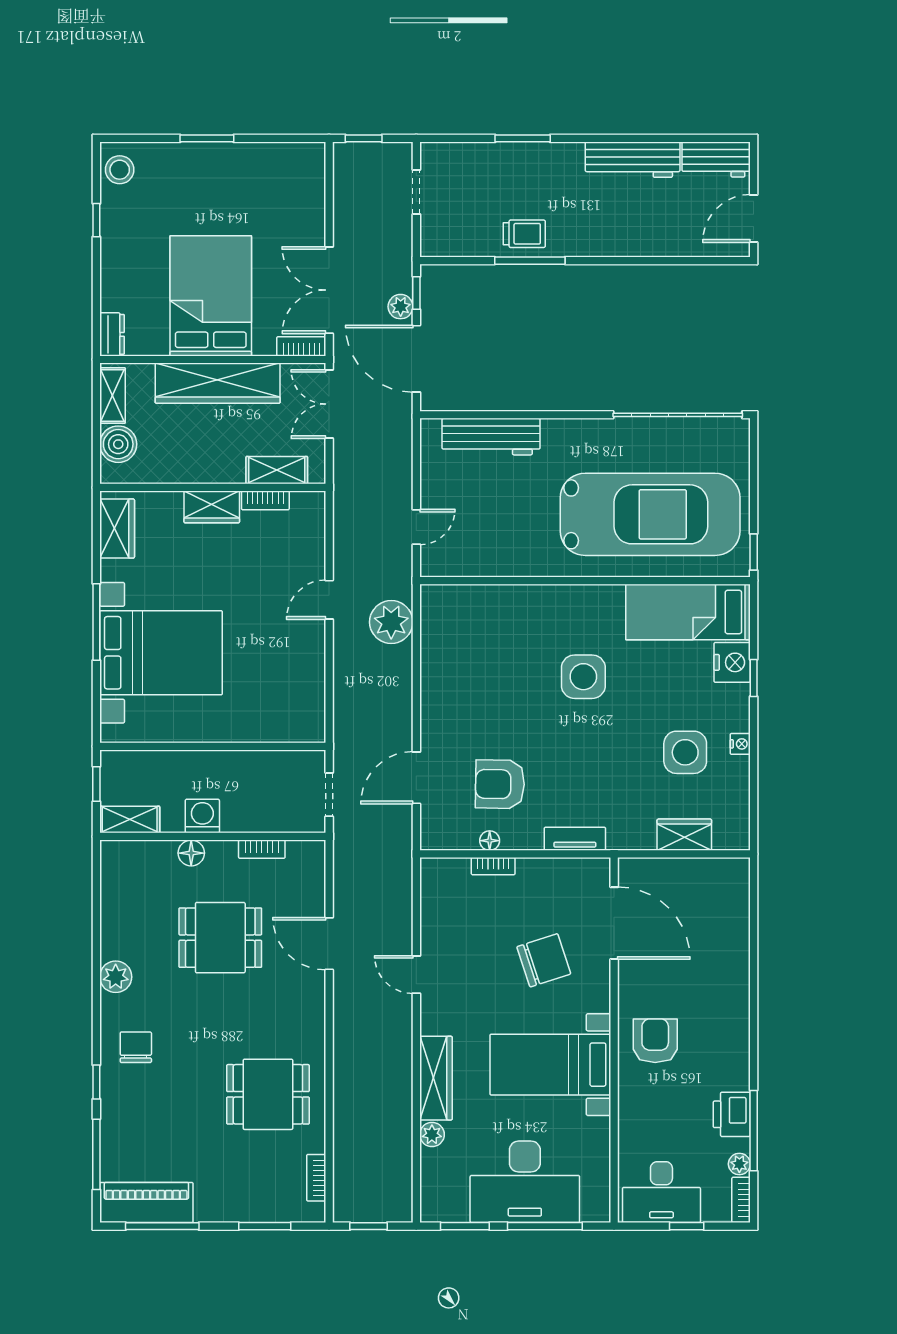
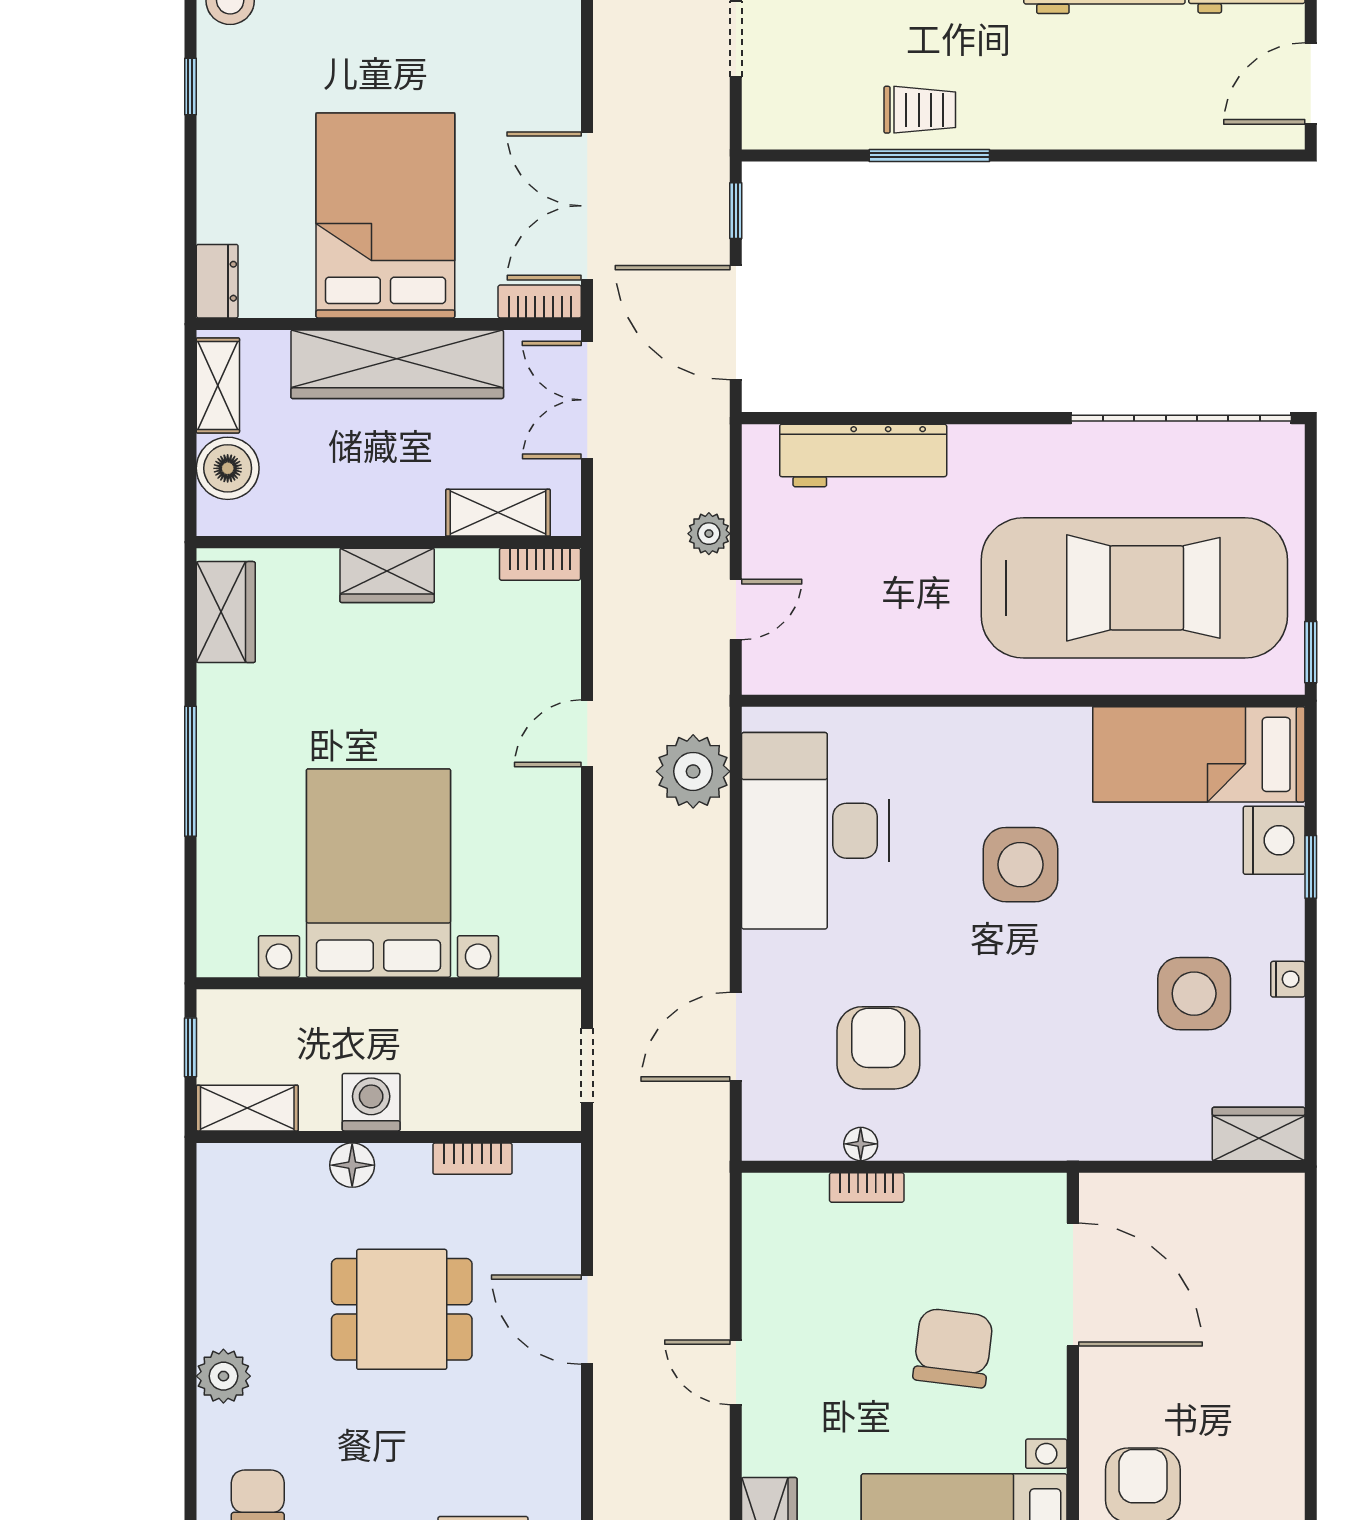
plant: (401, 307) -> (709, 534), moved
bookcase: (265, 500) -> (540, 564), moved
bed with nightstands: (161, 653) -> (378, 873), moved, turned -90
desk: (463, 657) -> (815, 831), added
armchair: (500, 784) -> (878, 1048), turned 89
wardrobe: (684, 835) -> (1259, 1134), moved
tv unit: (575, 839) -> (1006, 1141), removed
chair: (544, 960) -> (953, 1348), turned -65

